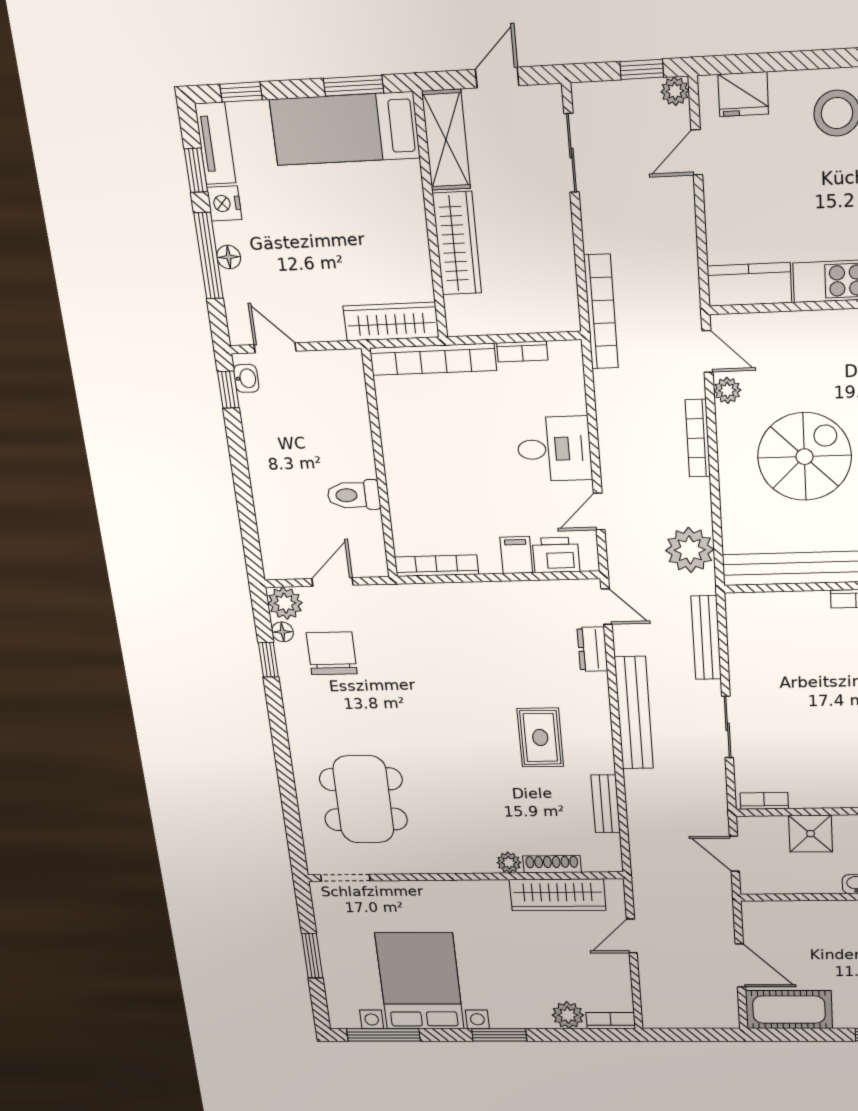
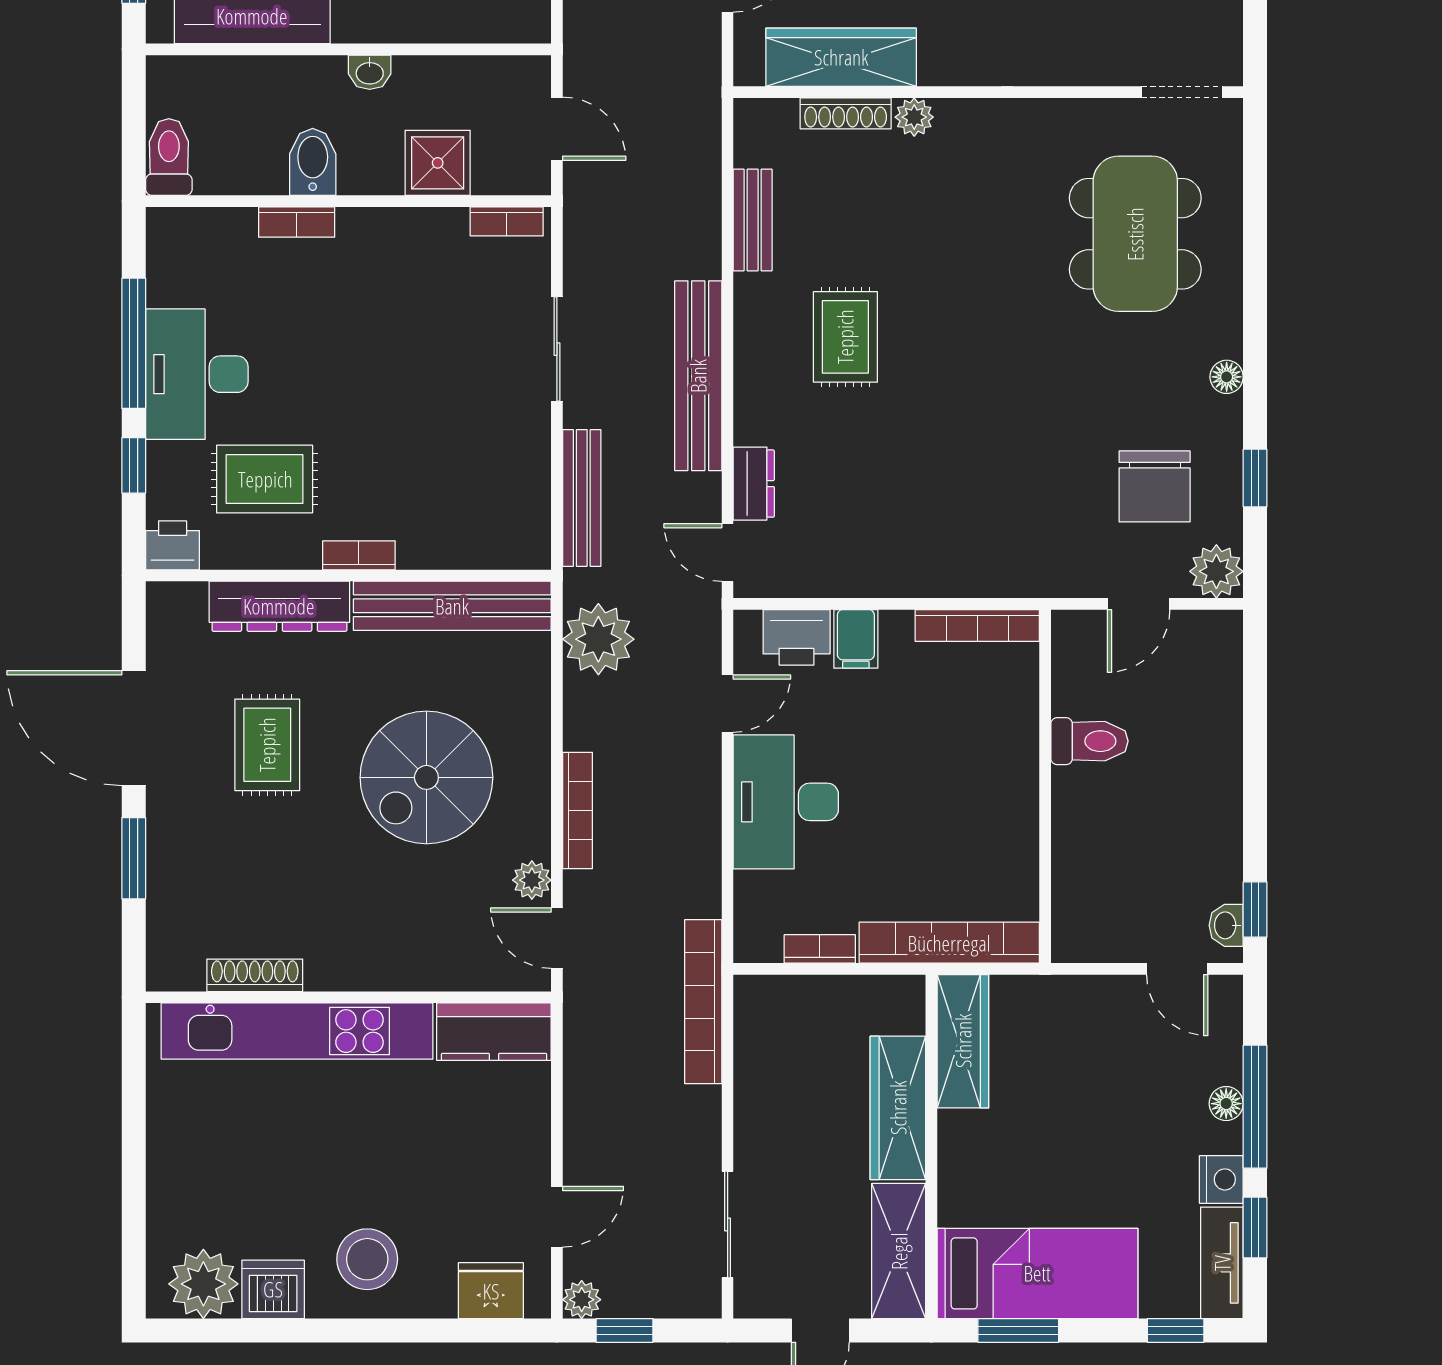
wardrobe: (391, 322) -> (963, 1041), moved, turned -90
desk: (554, 449) -> (786, 802), width x1.37
floor lamp: (283, 632) -> (1227, 377), moved

